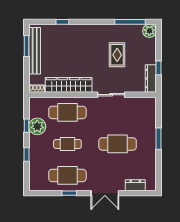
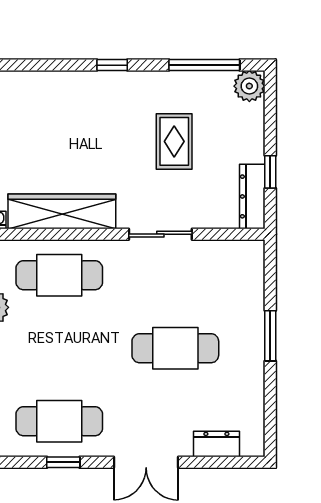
window: (62, 22) -> (112, 65), moved
cafe table: (67, 144) -> (59, 348), removed

